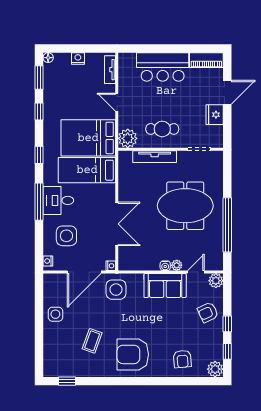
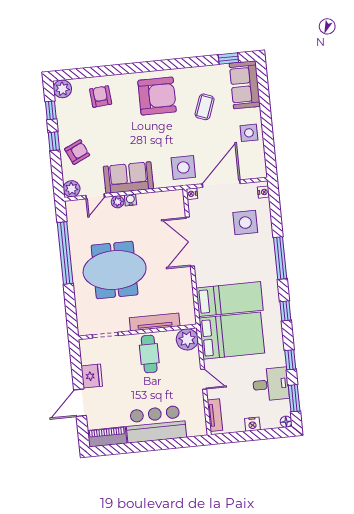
cafe table: (162, 129) -> (149, 354), turned 90
desk: (58, 200) -> (271, 384), moved
sofa: (55, 357) -> (245, 85), added

